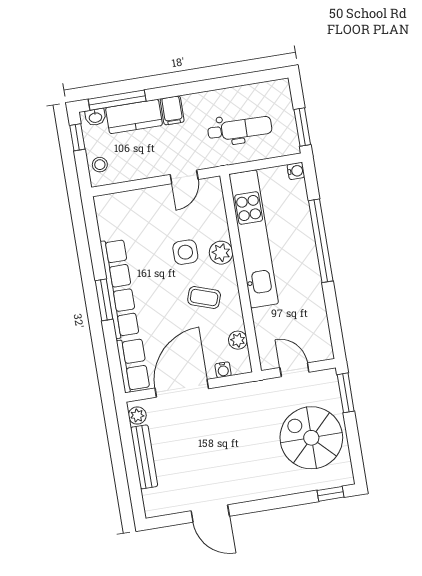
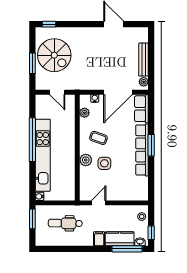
kitchen unit: (254, 239) -> (43, 155), moved, turned 180
window: (321, 241) -> (32, 140), moved
window: (346, 393) -> (32, 63), moved

